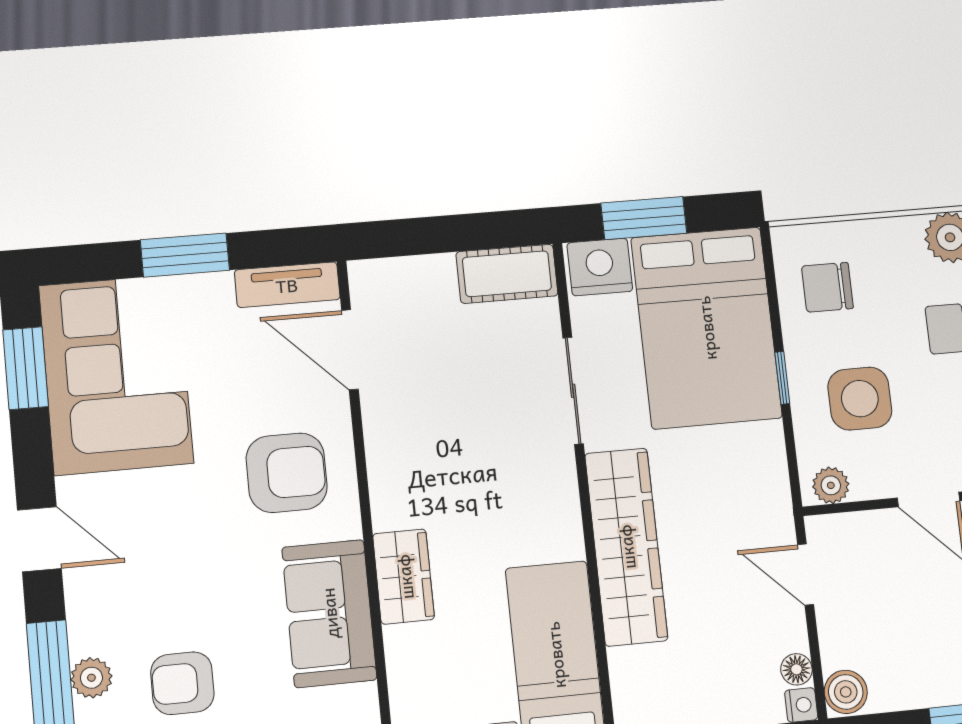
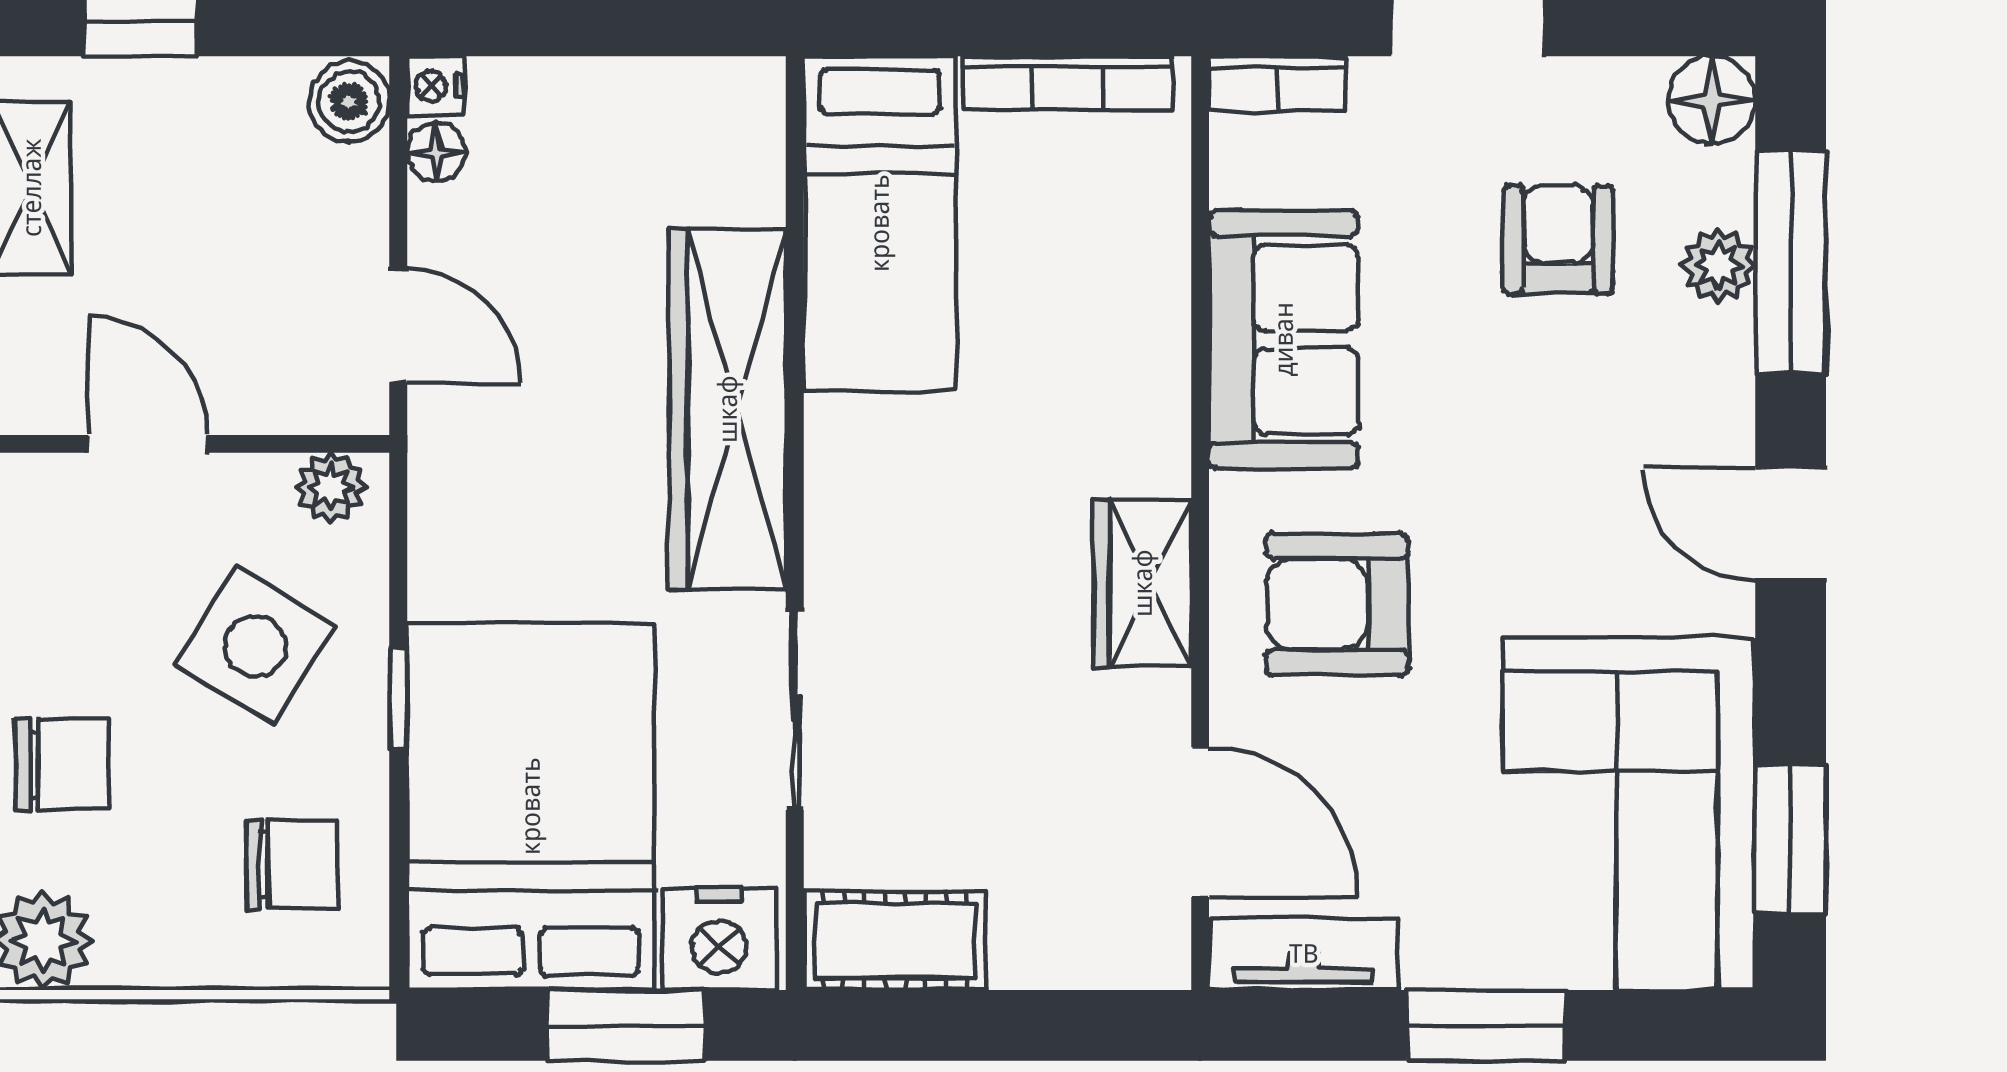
side table: (860, 399) -> (255, 646), turned 31
wardrobe: (404, 577) -> (1143, 583), moved
armchair: (182, 683) -> (1558, 239), turned -90

